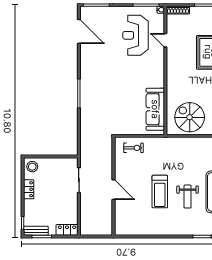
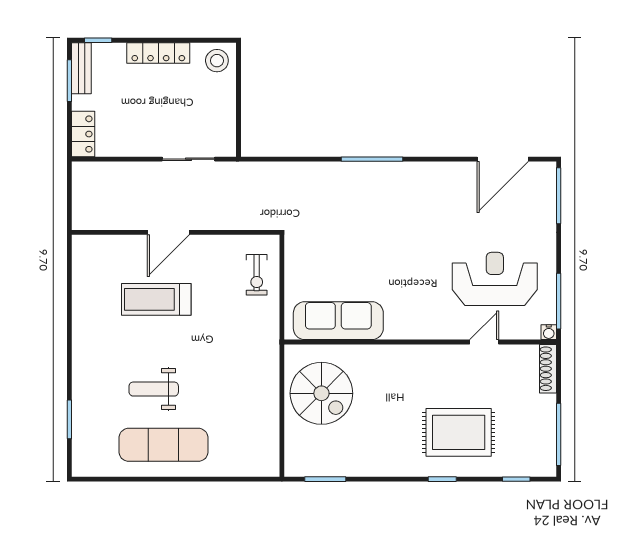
spiral stairs: (190, 117) -> (321, 393), turned 90
locker: (29, 189) -> (158, 53), width x1.53
treadmill: (160, 192) -> (156, 299), moved

